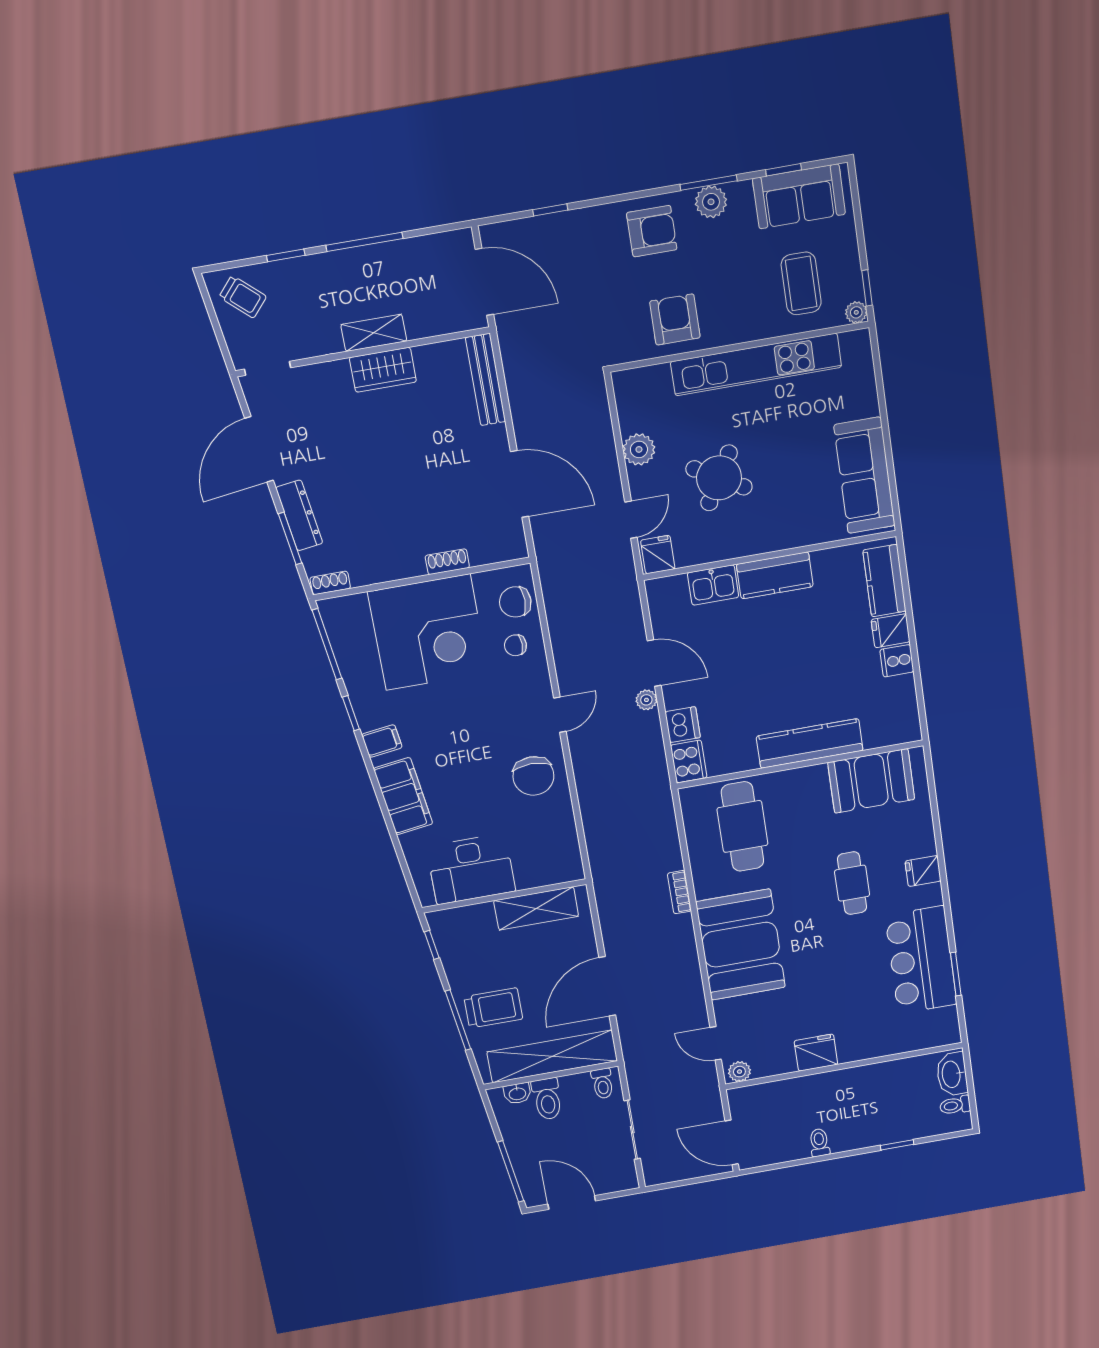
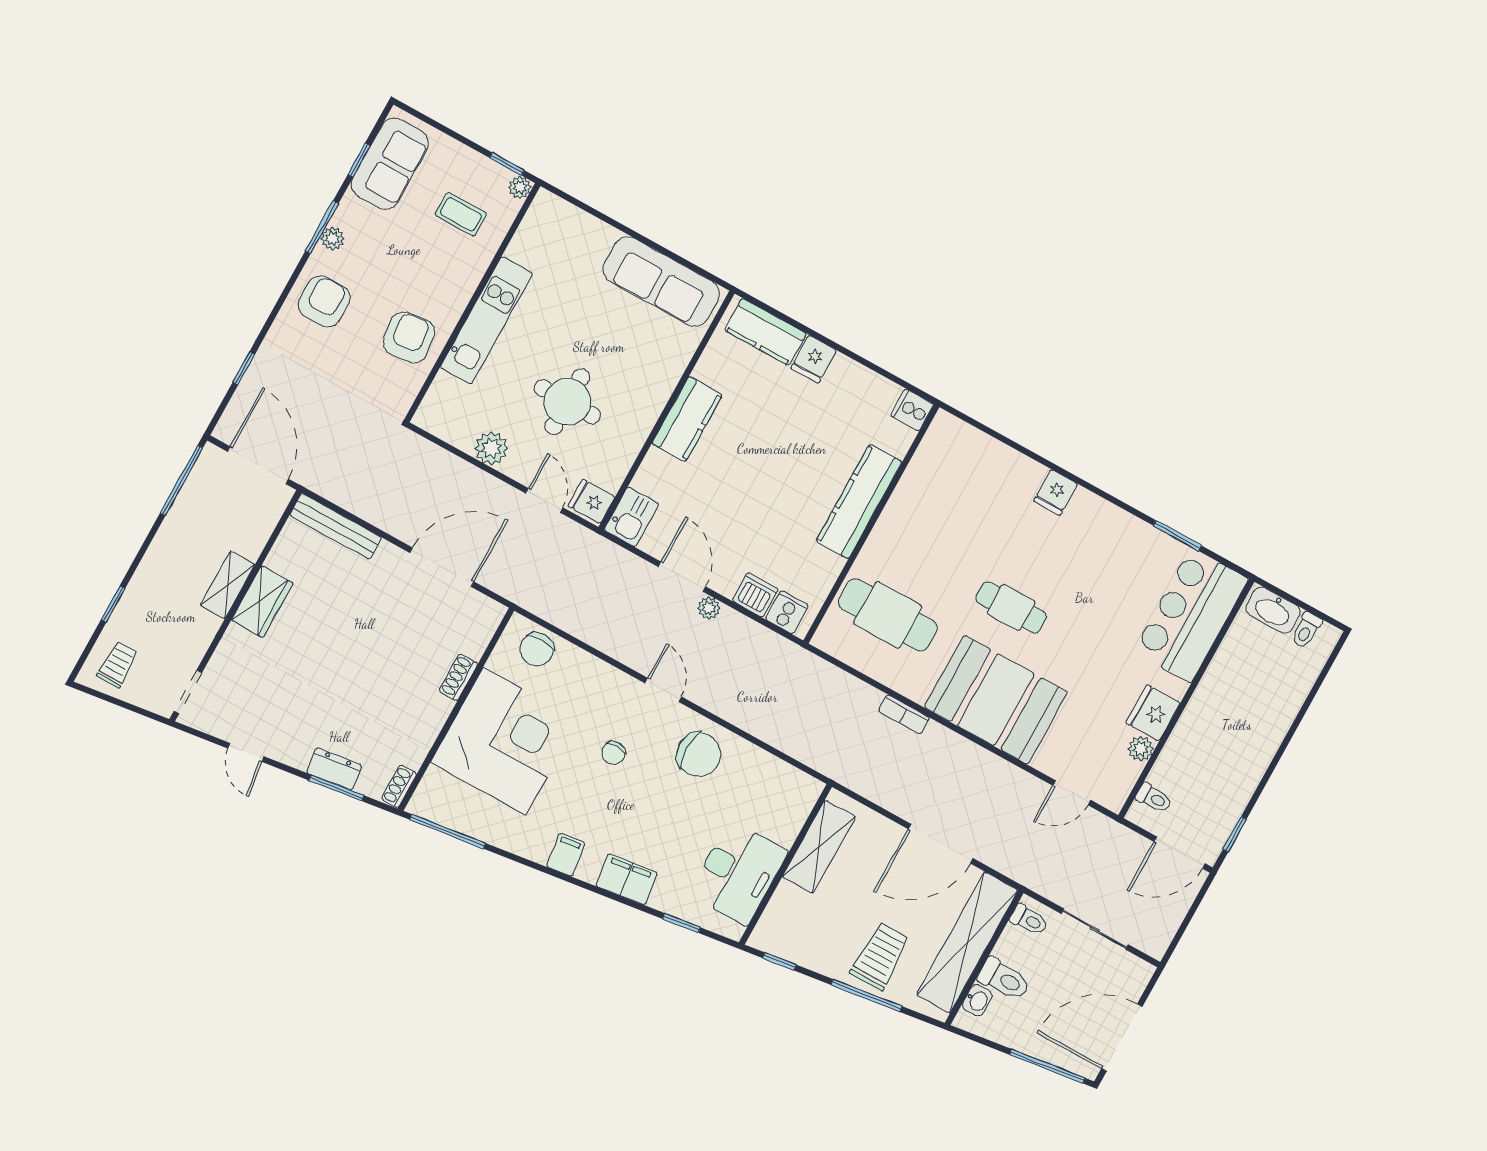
plant: (711, 202) -> (333, 238), width x0.73, depth x0.73
window: (364, 242) -> (182, 480), moved
door: (484, 282) -> (258, 465), hinge flipped
coffee table: (801, 283) -> (461, 214), width x0.73, depth x0.77
trolley: (243, 297) -> (117, 664), turned -42
armchair: (675, 319) -> (409, 337), turned 83
kitchen unit: (756, 364) -> (486, 320), width x0.73
door: (259, 449) -> (246, 752), width x0.53
round table: (719, 478) -> (567, 402), turned -30
dresser: (299, 515) -> (334, 769), width x0.70
kitchen sink: (713, 585) -> (632, 517), moved
chair: (515, 645) -> (614, 753), moved
cooker: (897, 661) -> (912, 410), moved, turned 90
door: (654, 663) -> (682, 577), hinge flipped
window: (351, 713) -> (681, 923), moved
cooker: (689, 761) -> (787, 612), width x0.73
booth: (871, 781) -> (936, 475), removed
filing cabinet: (403, 796) -> (627, 879), width x0.67, depth x0.86
cafe table: (852, 883) -> (1011, 607), moved
bar counter: (921, 960) -> (1191, 615), moved, turned 90
door: (607, 986) -> (941, 844), hinge flipped
plant: (739, 1072) -> (1141, 749), moved
toilet: (819, 1143) -> (1154, 798), moved, turned 180
window: (897, 1145) -> (1235, 834), moved
door: (572, 1202) -> (1122, 1038), width x1.36

